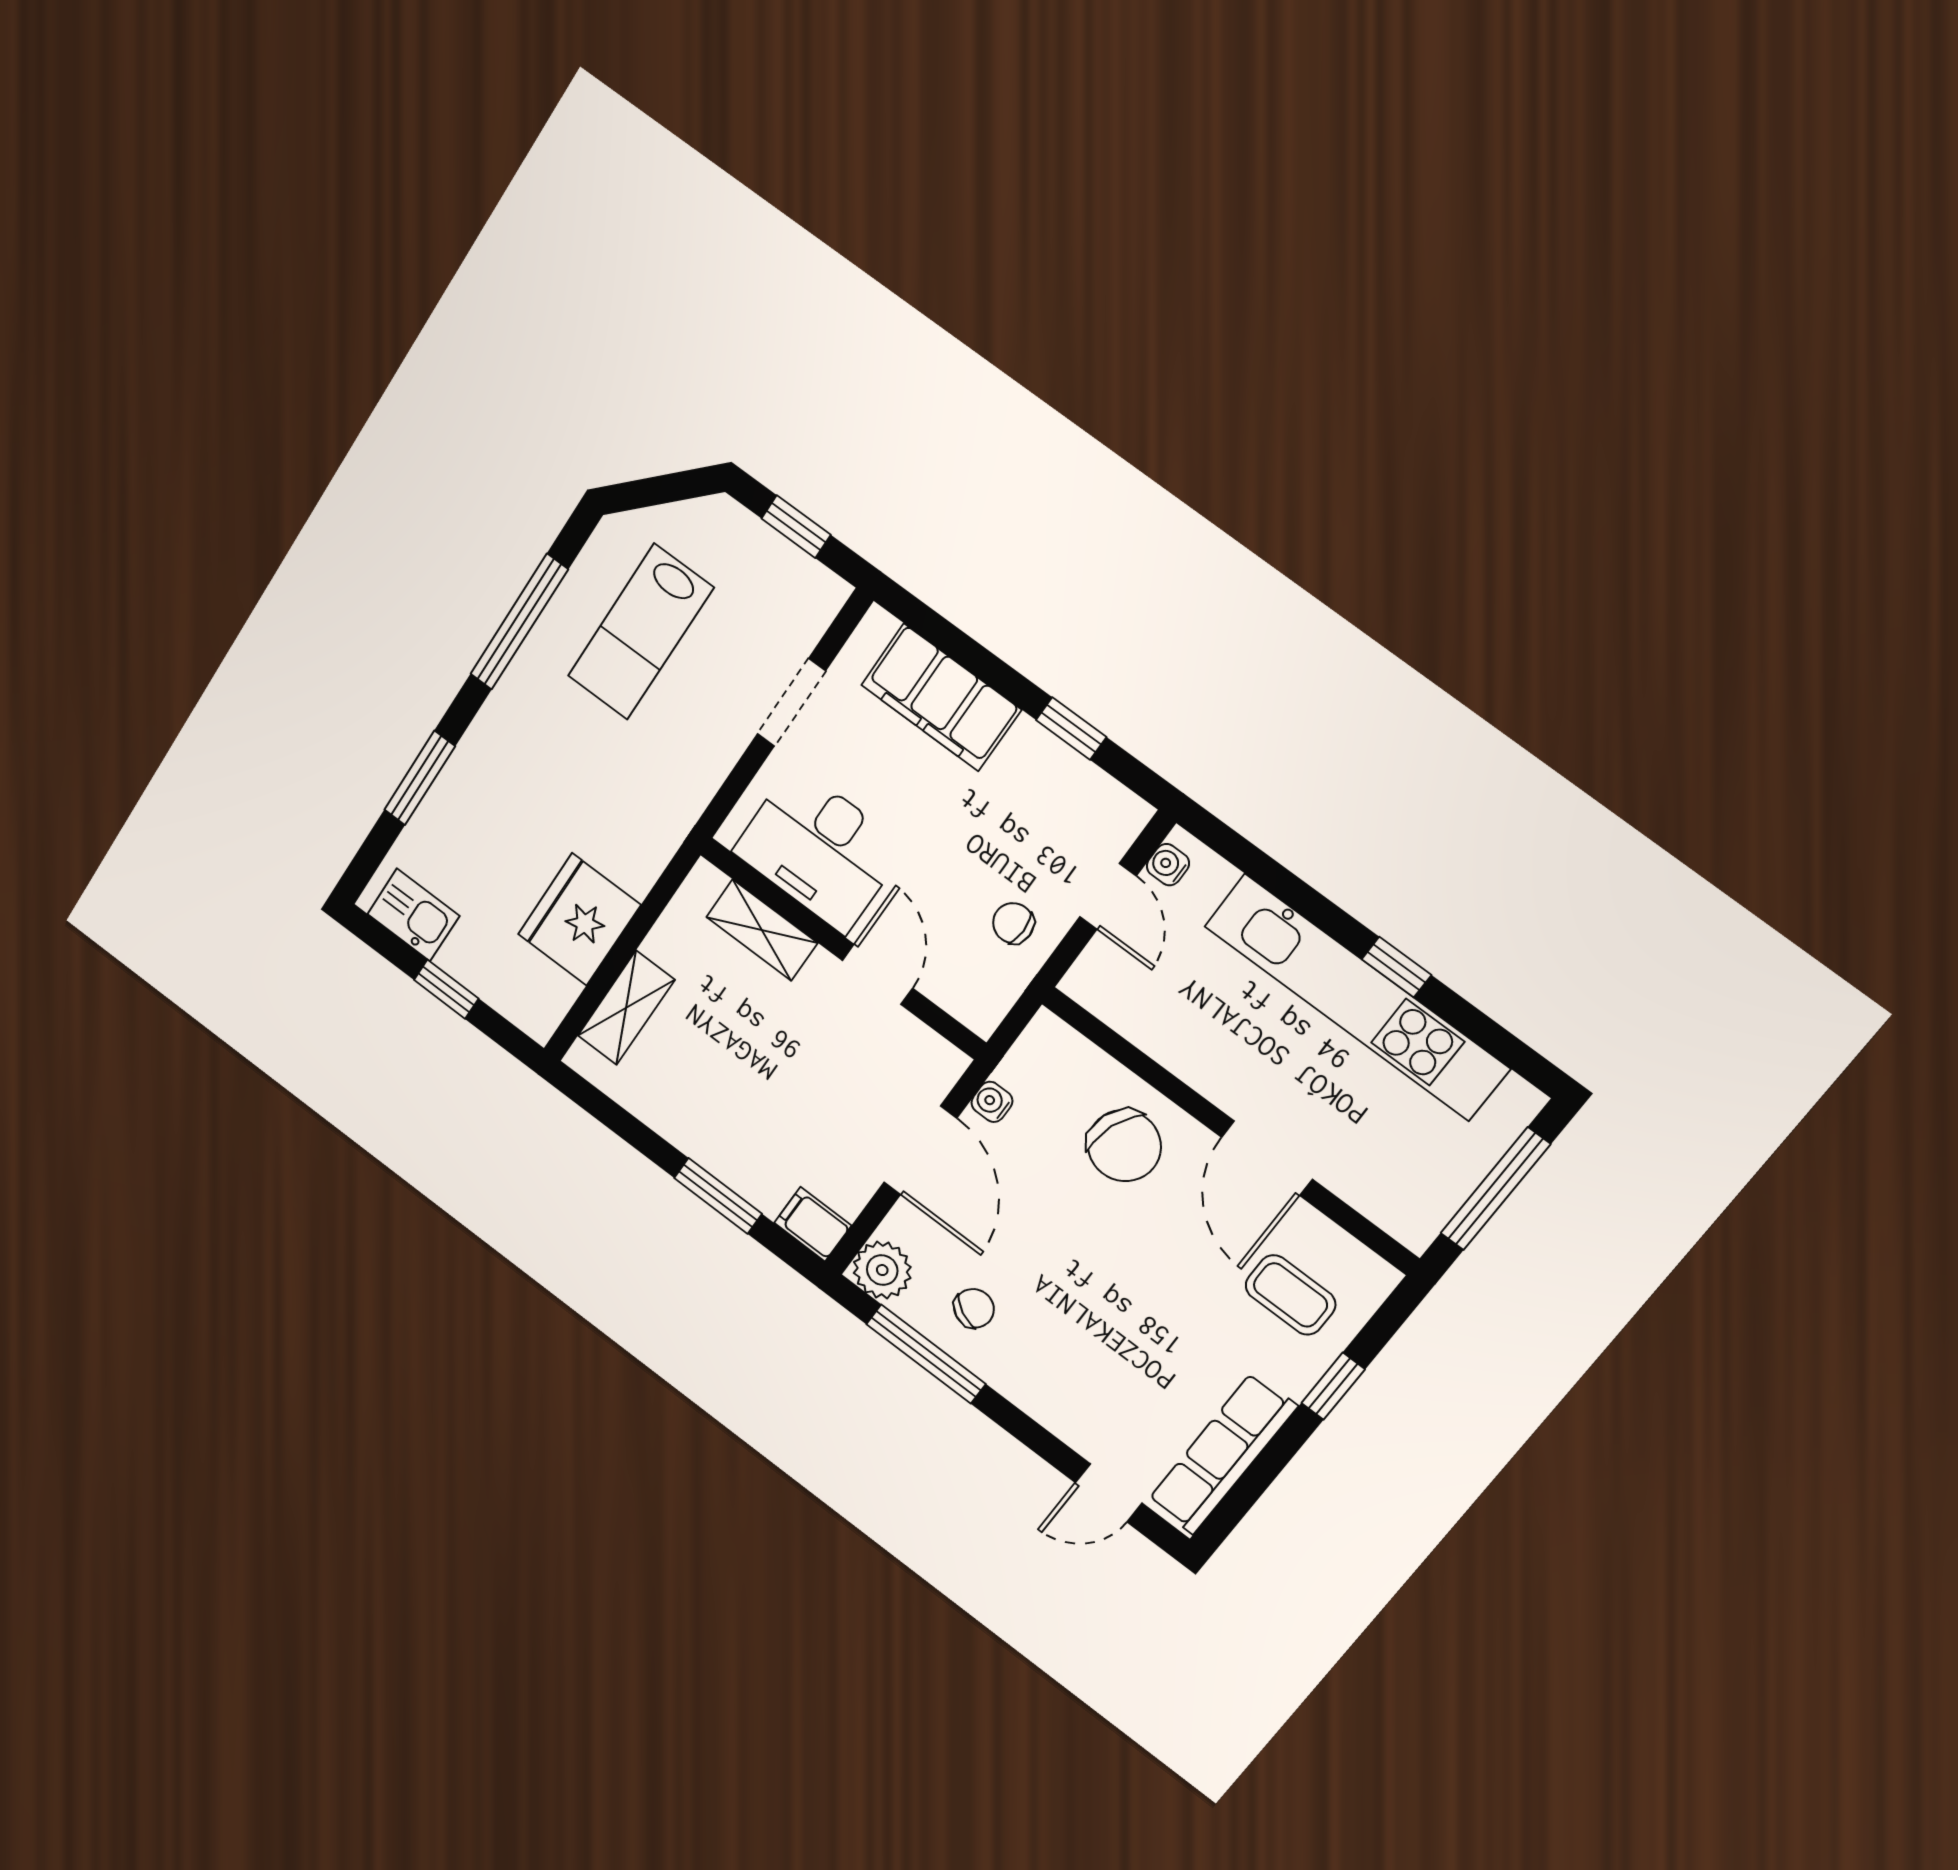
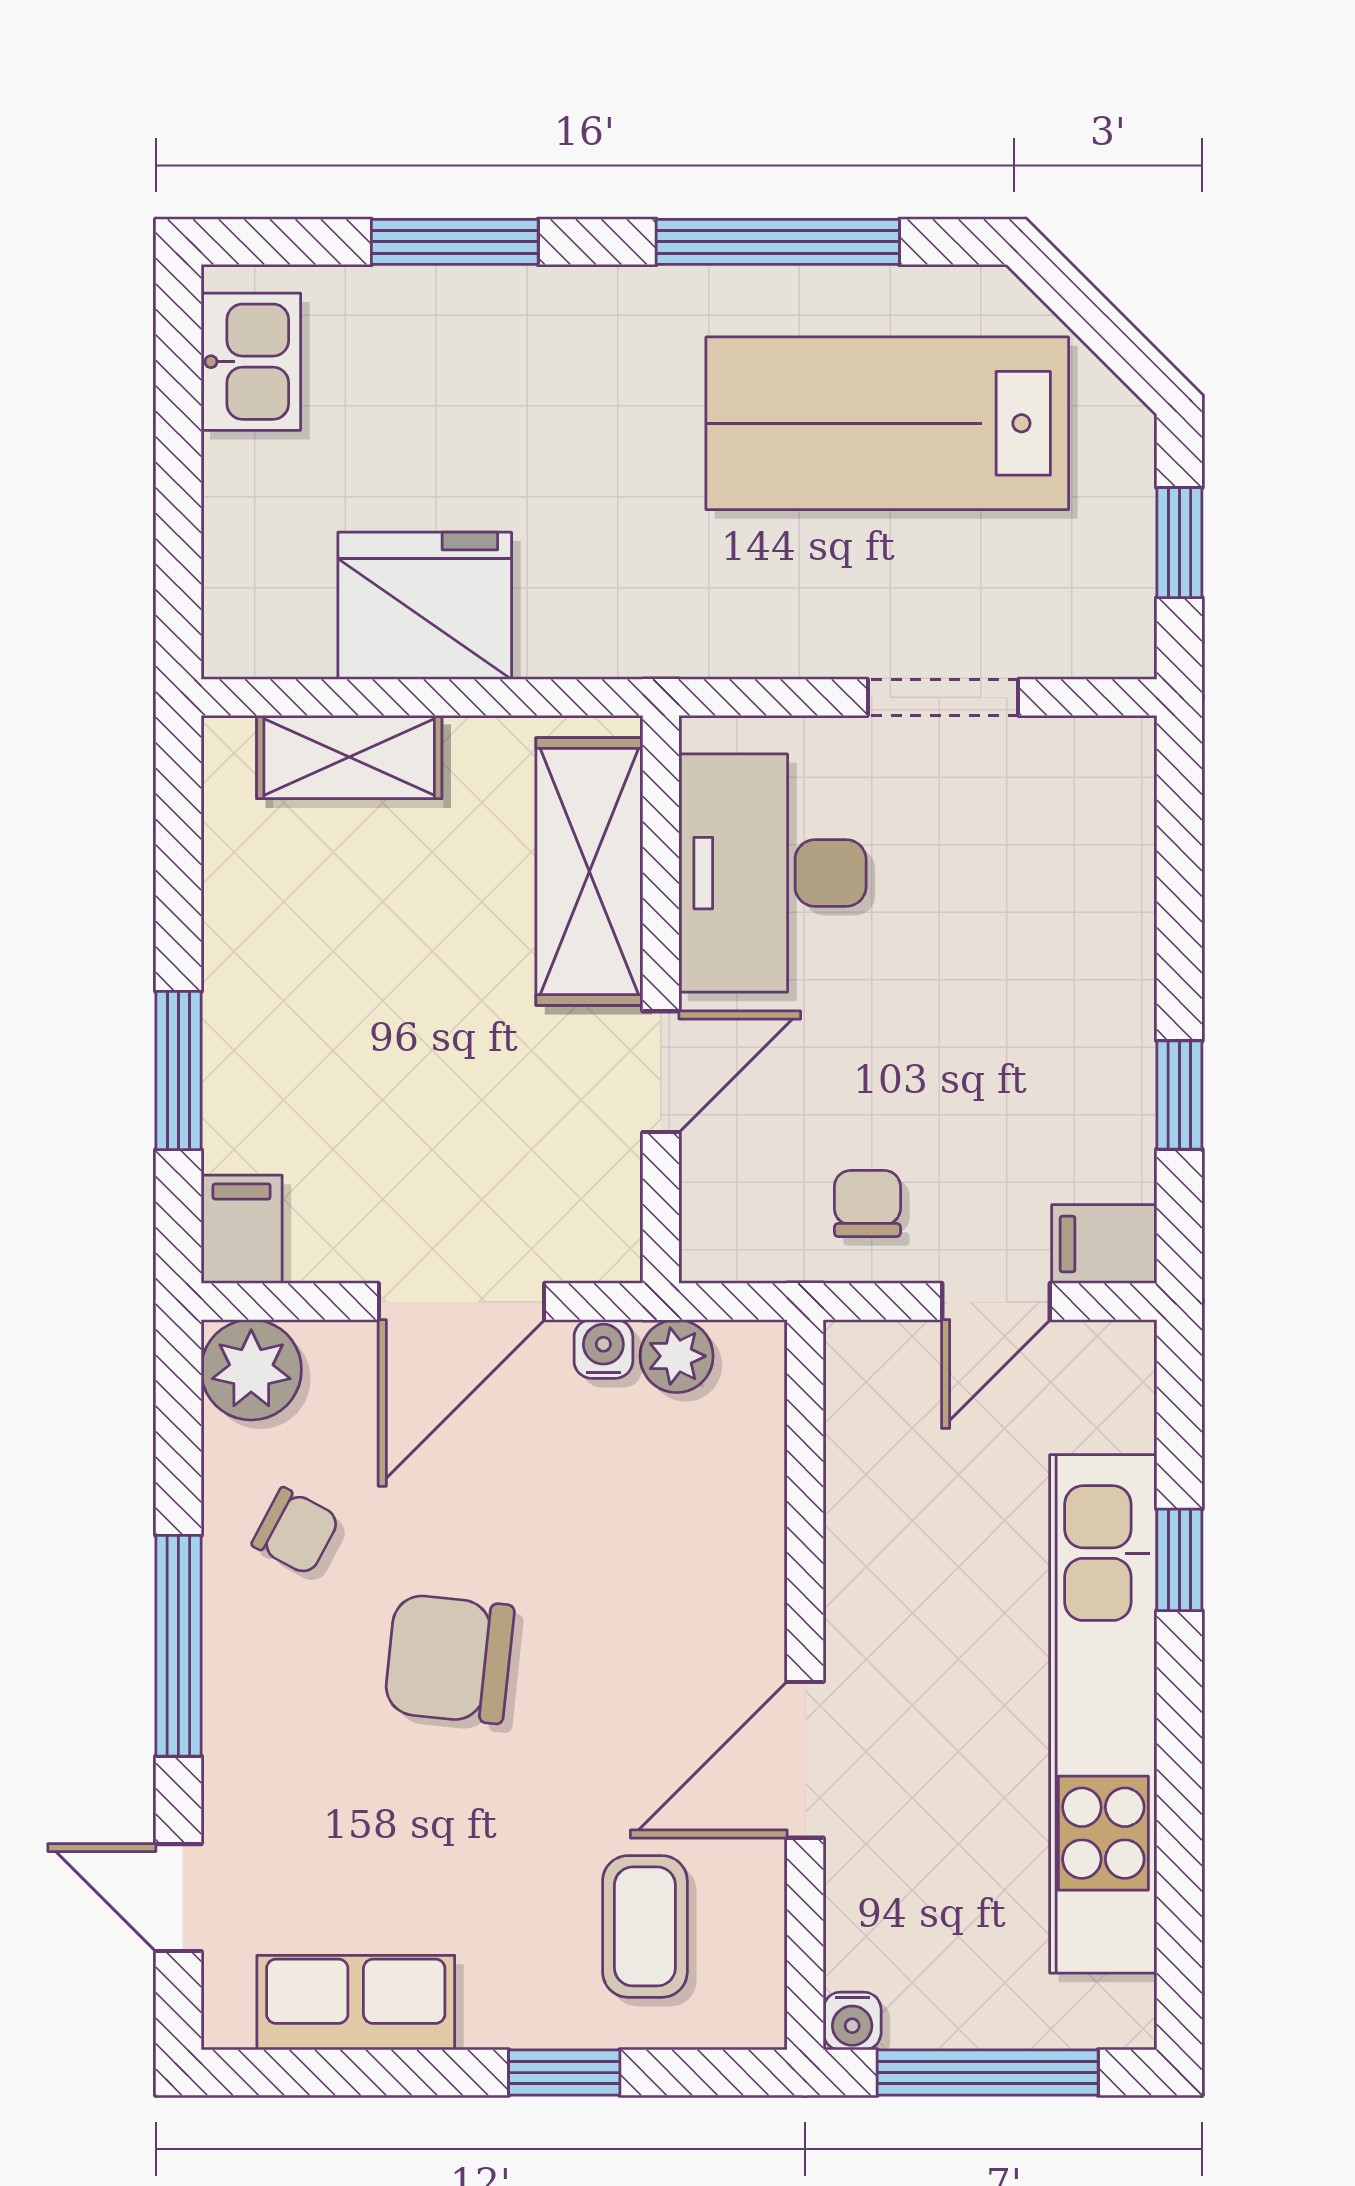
lab bench: (641, 632) -> (887, 423), width x1.36, depth x1.39
filing cabinet: (941, 697) -> (1104, 1244), moved, width x0.33, depth x0.86
water cooler: (1168, 865) -> (852, 2021), moved, turned 180
shelving: (762, 930) -> (589, 871), width x1.50, depth x1.33
window: (1396, 967) -> (1179, 1560), moved
window: (446, 989) -> (178, 481), removed
plant: (1021, 1070) -> (677, 1356), added
chair: (1124, 1146) -> (449, 1659), moved, turned 76
window: (926, 1354) -> (178, 1646), moved
row of seats: (1222, 1454) -> (356, 2003), width x0.68

